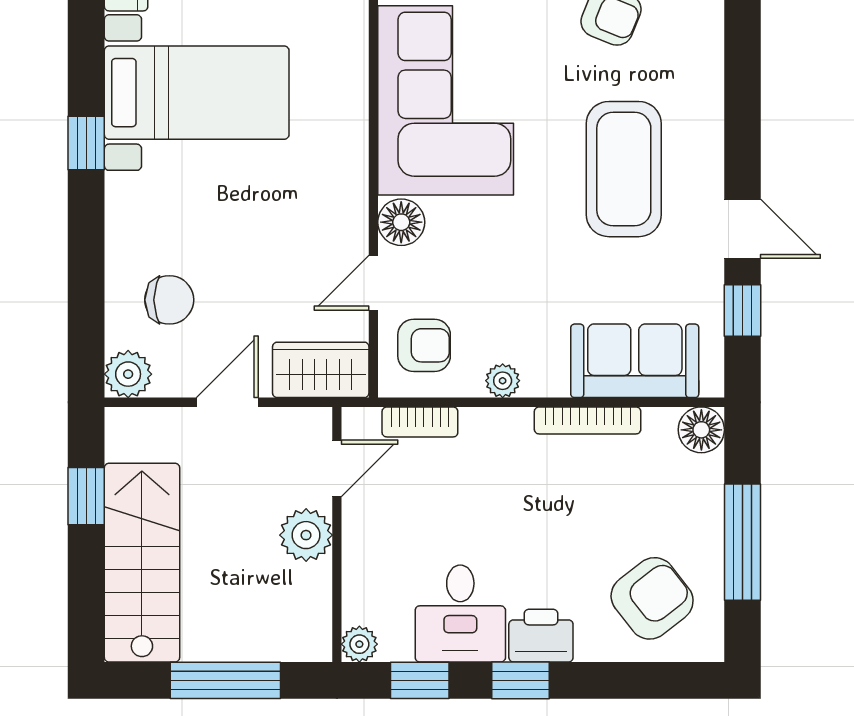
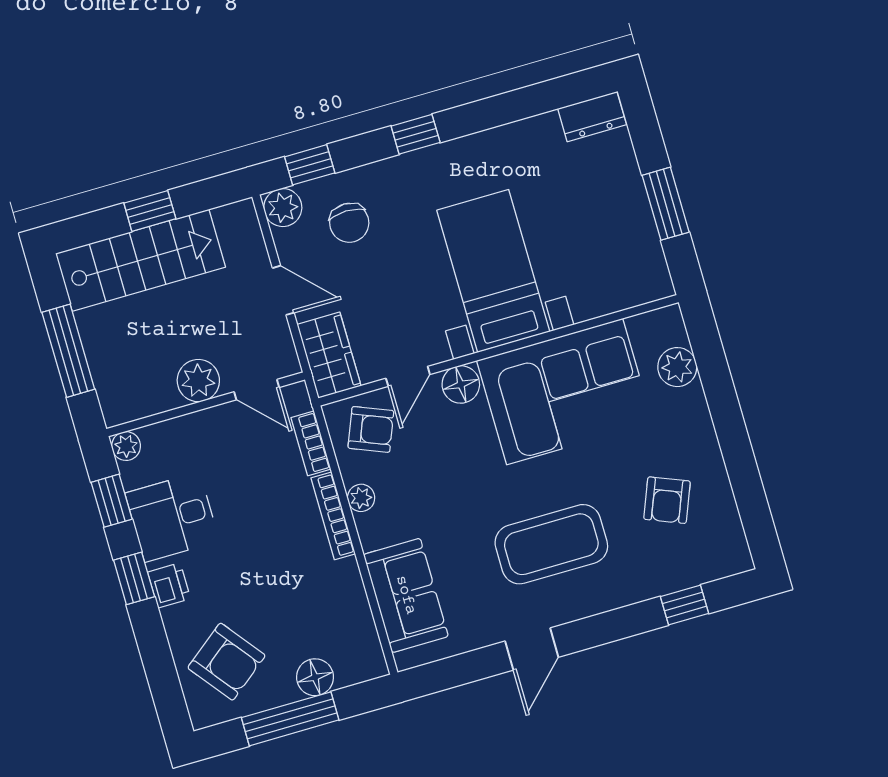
bed with nightstands: (197, 93) -> (493, 271), moved, turned 180
window: (86, 143) -> (416, 134), moved
door: (373, 283) -> (408, 376), swing flipped
window: (743, 311) -> (685, 605), moved
window: (86, 327) -> (310, 165), added
armchair: (424, 345) -> (371, 429), turned -68
bookcase: (588, 420) -> (333, 516), moved
floor lamp: (701, 430) -> (315, 677), moved
window: (86, 496) -> (150, 211), moved
printer: (541, 636) -> (169, 585), width x0.73, depth x0.81

